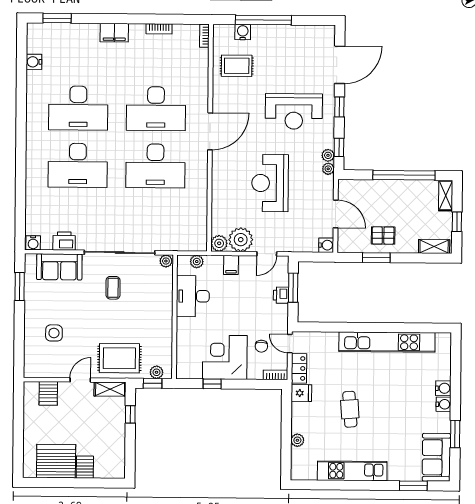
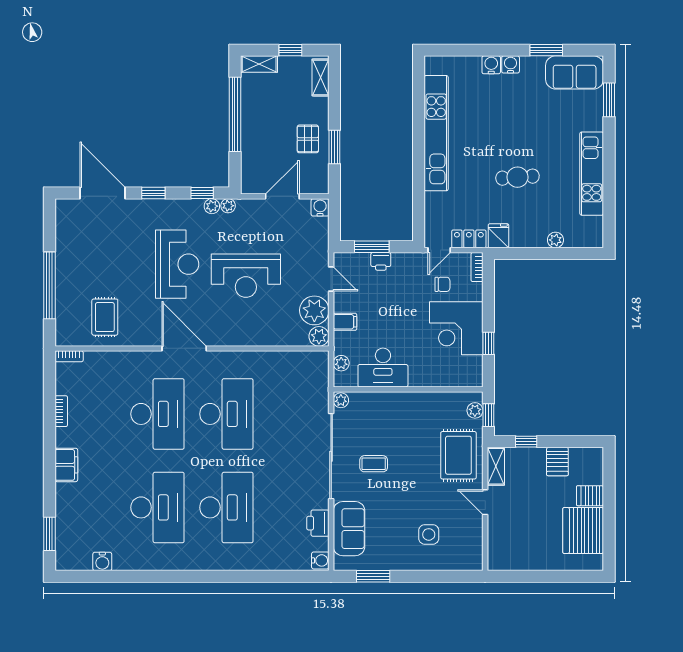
water cooler: (243, 32) -> (64, 310), removed
reception desk: (294, 111) -> (177, 264), moved
server rack: (48, 393) -> (557, 461), moved, turned 90

